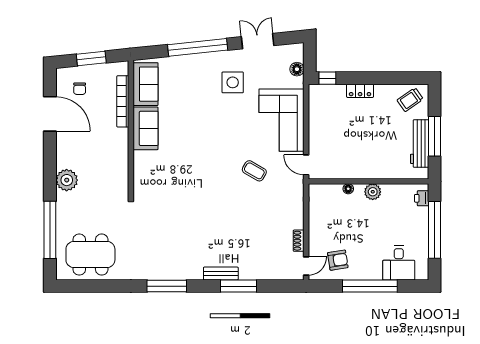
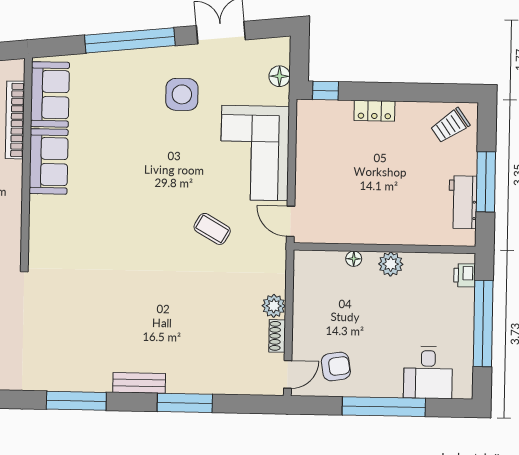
workbench: (420, 143) -> (463, 202), width x0.73
plant: (296, 221) -> (274, 306), added
bench: (221, 274) -> (139, 383), moved

